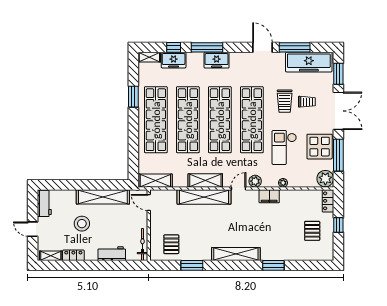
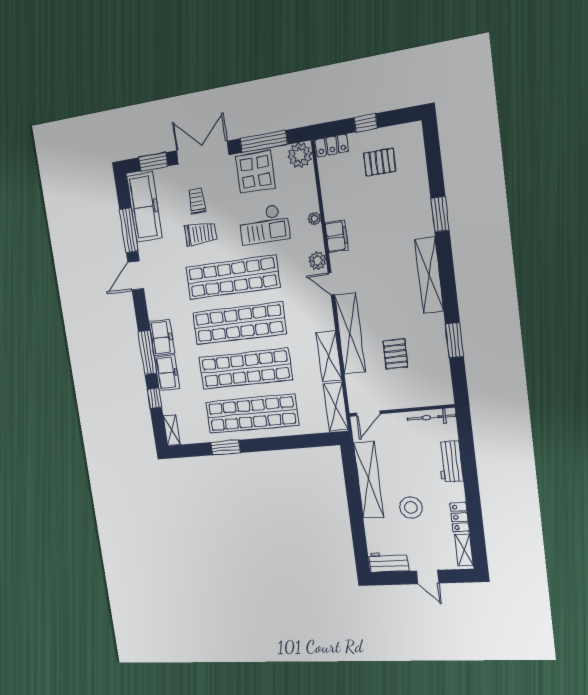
freezer: (174, 60) -> (167, 373), moved
shelving: (205, 180) -> (329, 356), moved
door: (33, 229) -> (428, 577), hinge flipped
pallet: (171, 244) -> (395, 354), moved, turned 90

